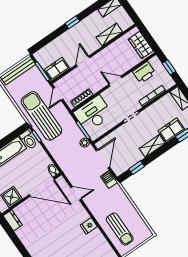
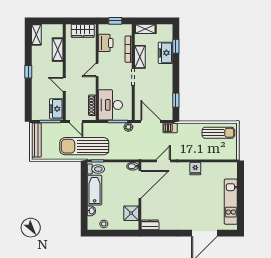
shelving: (152, 146) -> (140, 57), moved
sun lounger: (120, 229) -> (218, 133), moved

